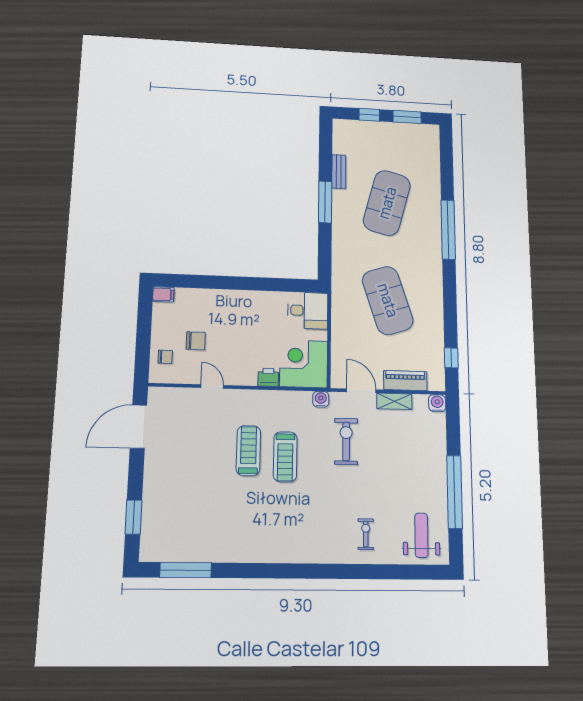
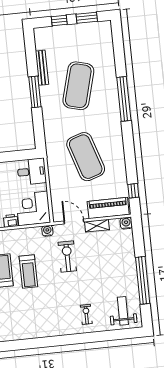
bench: (339, 172) -> (42, 68), width x1.36
piano: (405, 381) -> (108, 208), width x1.37, depth x1.33

